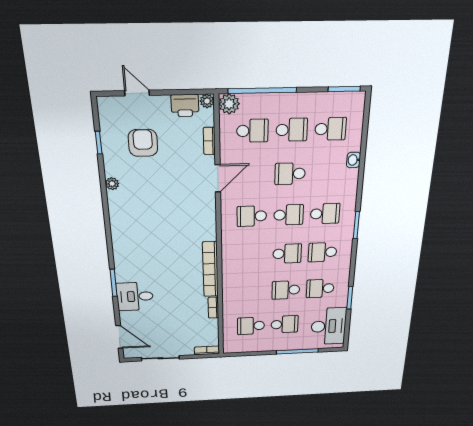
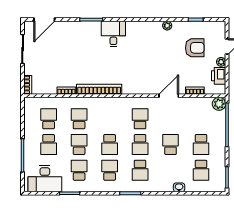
plant: (207, 101) -> (221, 62), moved
school desk: (252, 131) -> (79, 119), moved, turned 180
door: (218, 178) -> (169, 96), swing flipped
desk: (135, 296) -> (113, 34), moved

